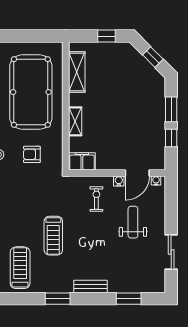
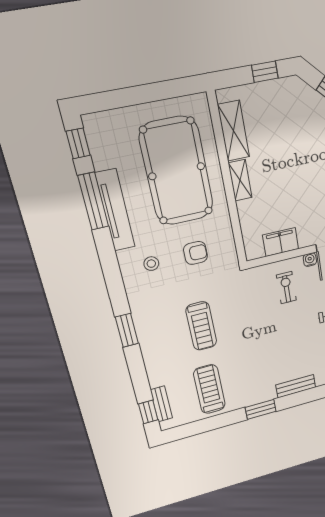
shelving: (75, 121) -> (240, 180), moved
armchair: (32, 154) -> (195, 253), turned 180
filing cabinet: (82, 161) -> (281, 242), moved
treadmill: (53, 236) -> (201, 326), moved

